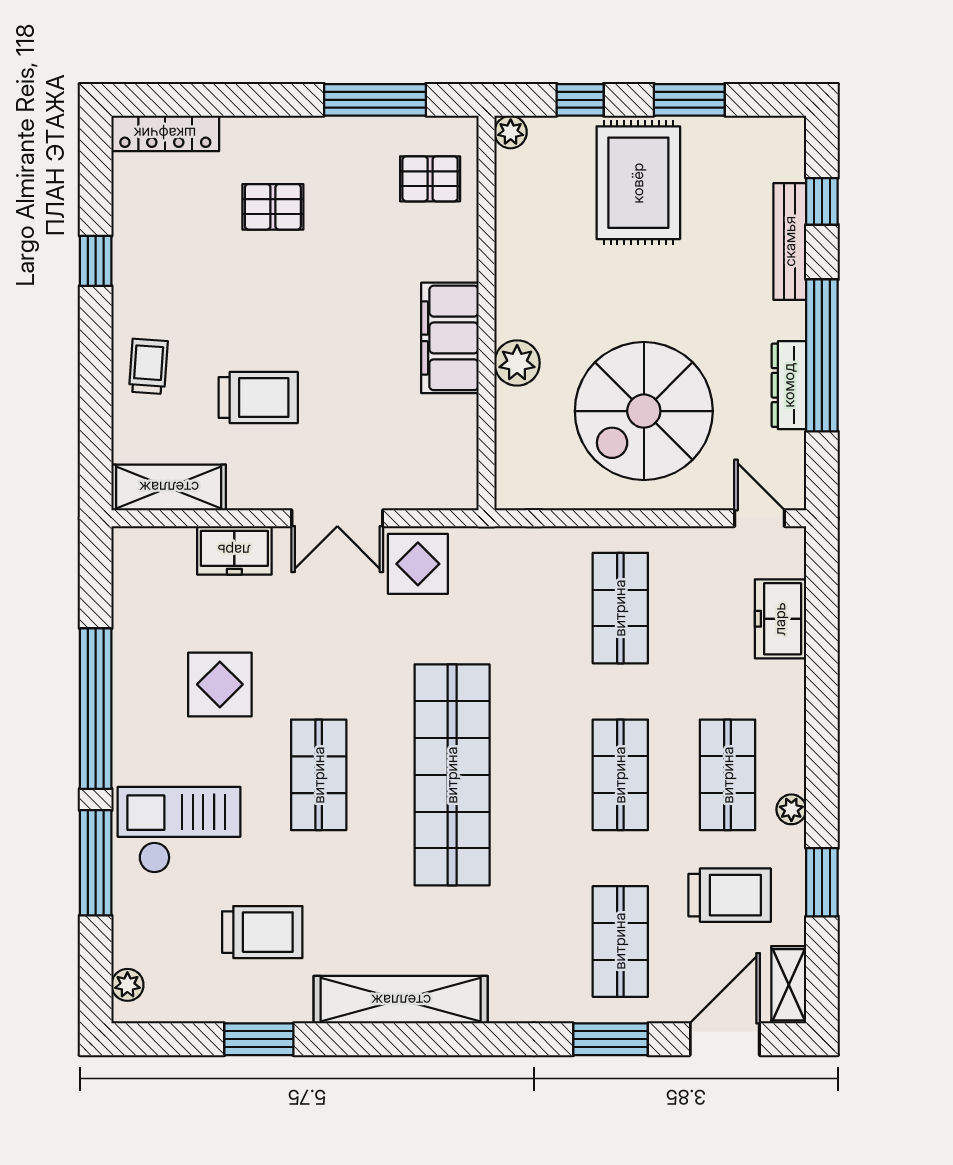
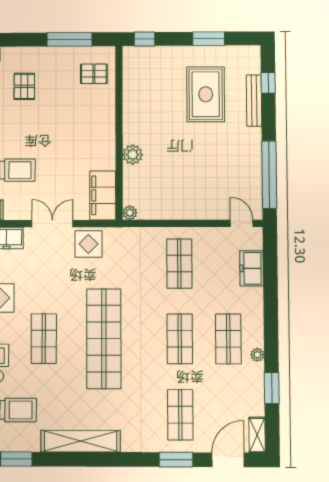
window: (580, 100) -> (144, 39), moved
plant: (511, 132) -> (130, 213), moved
rug: (638, 183) -> (206, 94), moved
pallet: (273, 207) -> (24, 86), turned 90
filing cabinet: (450, 338) -> (103, 195), moved
window: (822, 355) -> (269, 175), moved
dresser: (789, 385) -> (254, 164), removed
spiral stairs: (644, 411) -> (189, 176), removed
double door: (337, 518) -> (52, 224), swing flipped
trolley: (730, 895) -> (230, 394), removed

